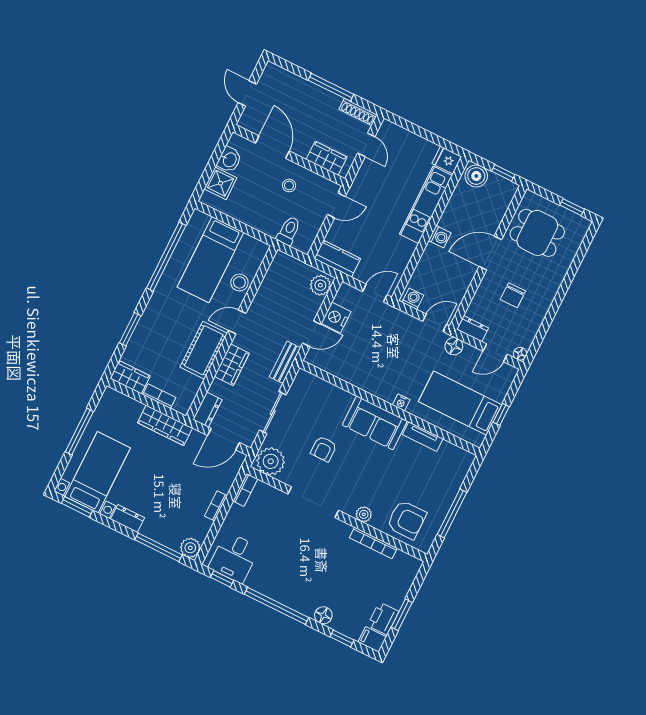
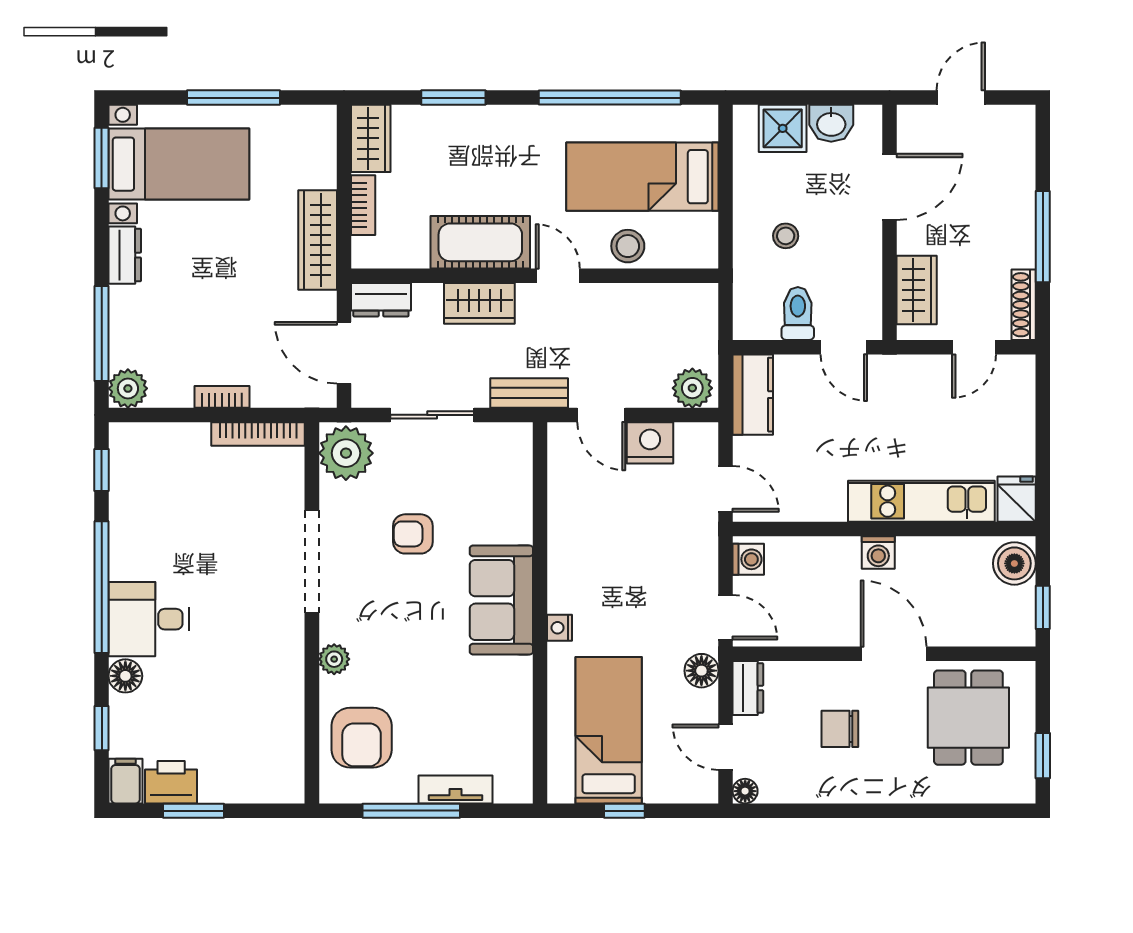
stool: (289, 185) -> (786, 236), moved
toilet: (289, 231) -> (798, 313), moved, turned -90
tv unit: (423, 437) -> (456, 789), moved, turned 90
bookcase: (245, 490) -> (258, 434), width x1.56
bookcase: (373, 543) -> (293, 700), removed
desk: (234, 557) -> (149, 619), moved

